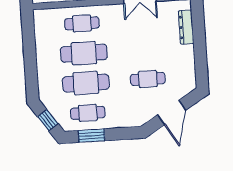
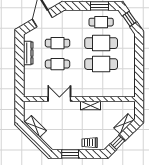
cafe table: (82, 23) -> (58, 64), moved
dresser: (186, 27) -> (28, 53), moved

